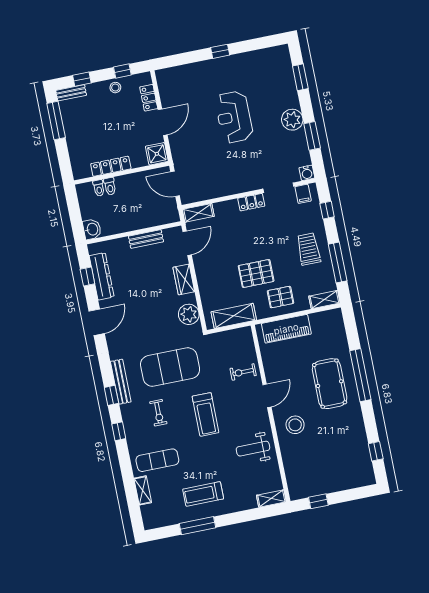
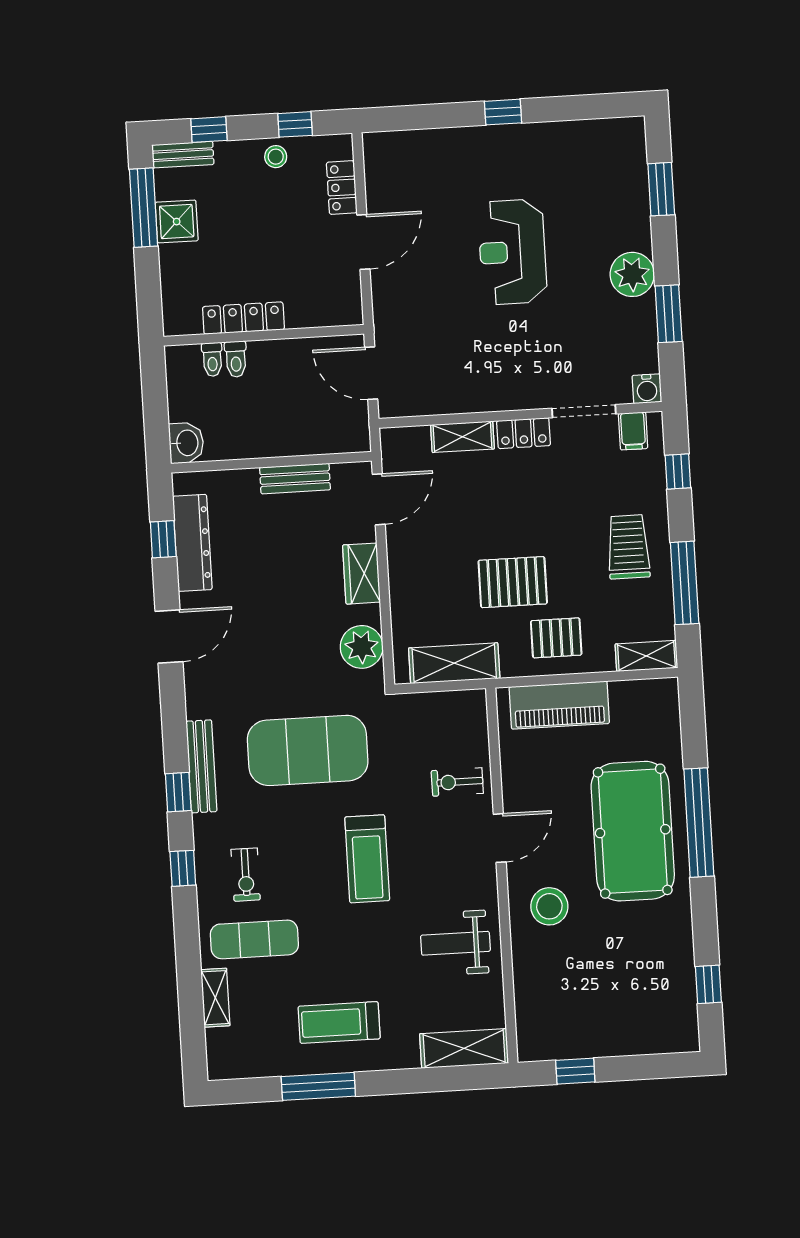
shower: (157, 154) -> (177, 222), moved
shelving: (198, 213) -> (462, 437), moved
pool table: (330, 384) -> (633, 831), width x1.36, depth x1.32
exercise bike: (158, 413) -> (246, 875), moved
shelving: (271, 499) -> (464, 1048), width x1.50, depth x1.33

